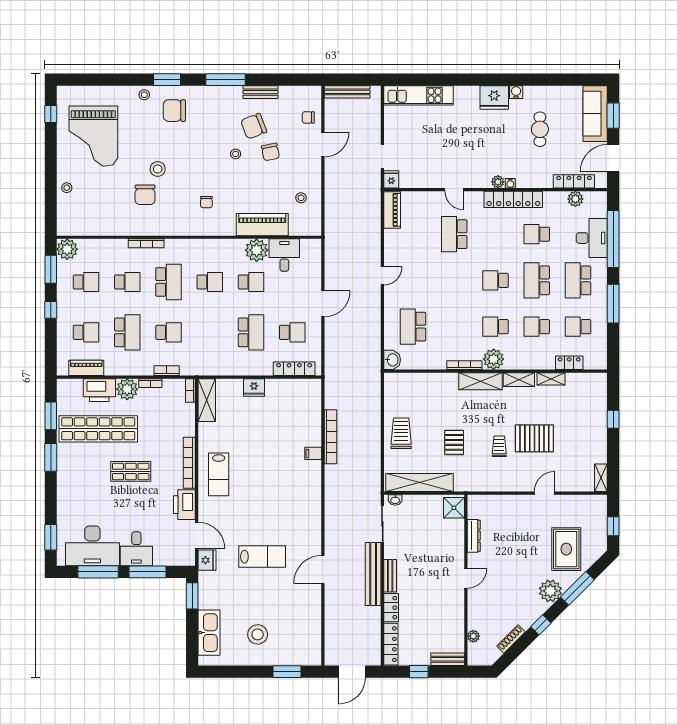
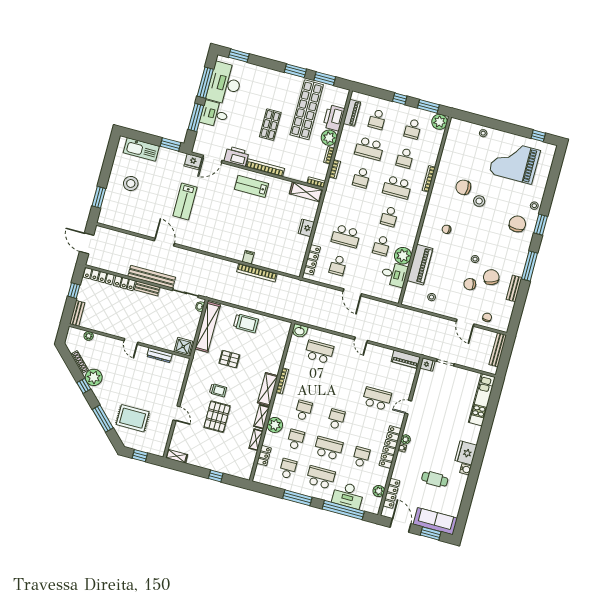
plant: (494, 359) -> (275, 425), moved
plant: (550, 591) -> (94, 377), moved

